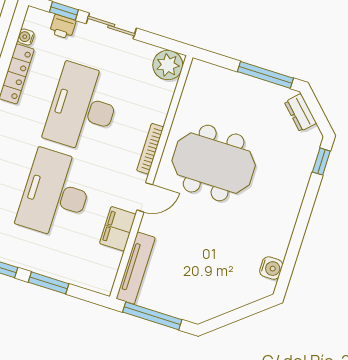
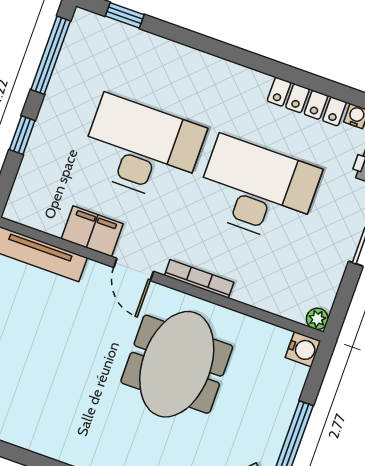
plant: (168, 65) -> (317, 319), width x0.53, depth x0.53
water cooler: (271, 268) -> (303, 349), moved, turned -90
window: (49, 283) -> (22, 135), width x0.67

